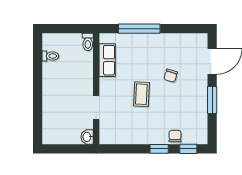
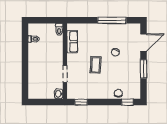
window: (139, 29) -> (112, 20), moved
window: (159, 149) -> (81, 102), moved

